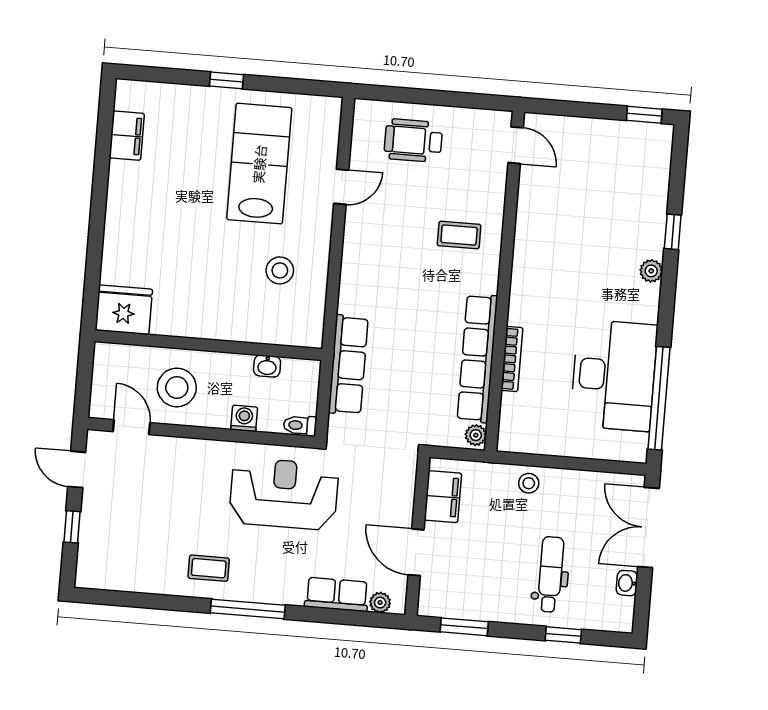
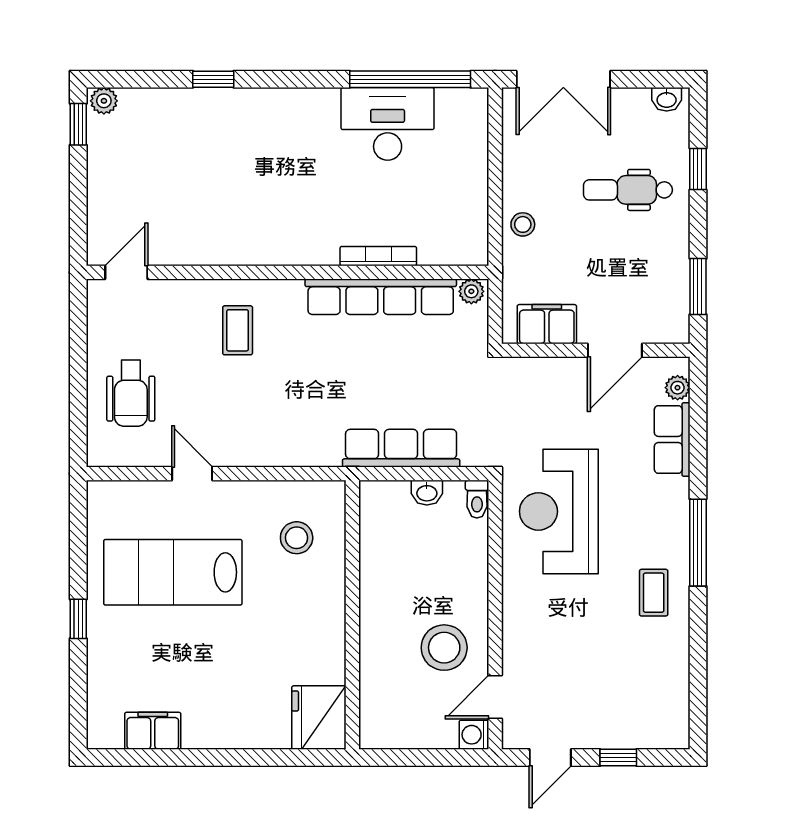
plant: (651, 271) -> (104, 101), moved
fridge: (124, 310) -> (319, 718), moved
wall: (208, 345) -> (352, 615), moved
washbasin: (267, 366) -> (427, 493), moved, turned 90
desk: (614, 375) -> (388, 124), width x0.73, depth x0.77
washing machine: (244, 418) -> (474, 735), moved
washbasin: (627, 583) -> (667, 99), moved

